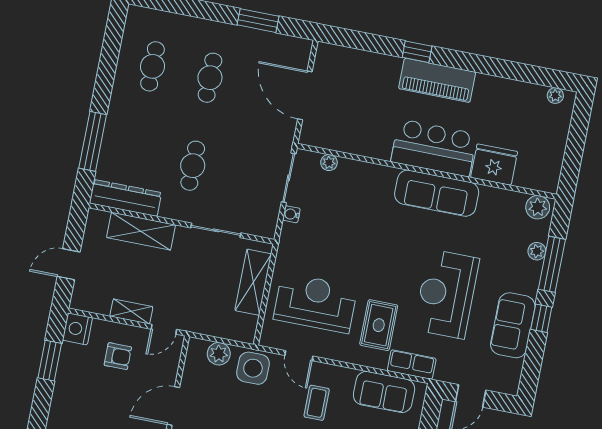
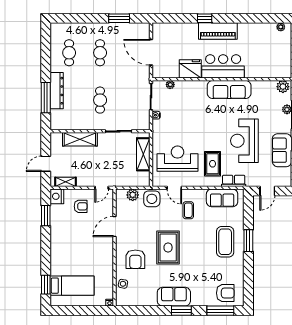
fridge: (494, 165) -> (190, 69), moved
dresser: (125, 198) -> (57, 91), moved, turned 90
shelving: (131, 311) -> (66, 182), moved

